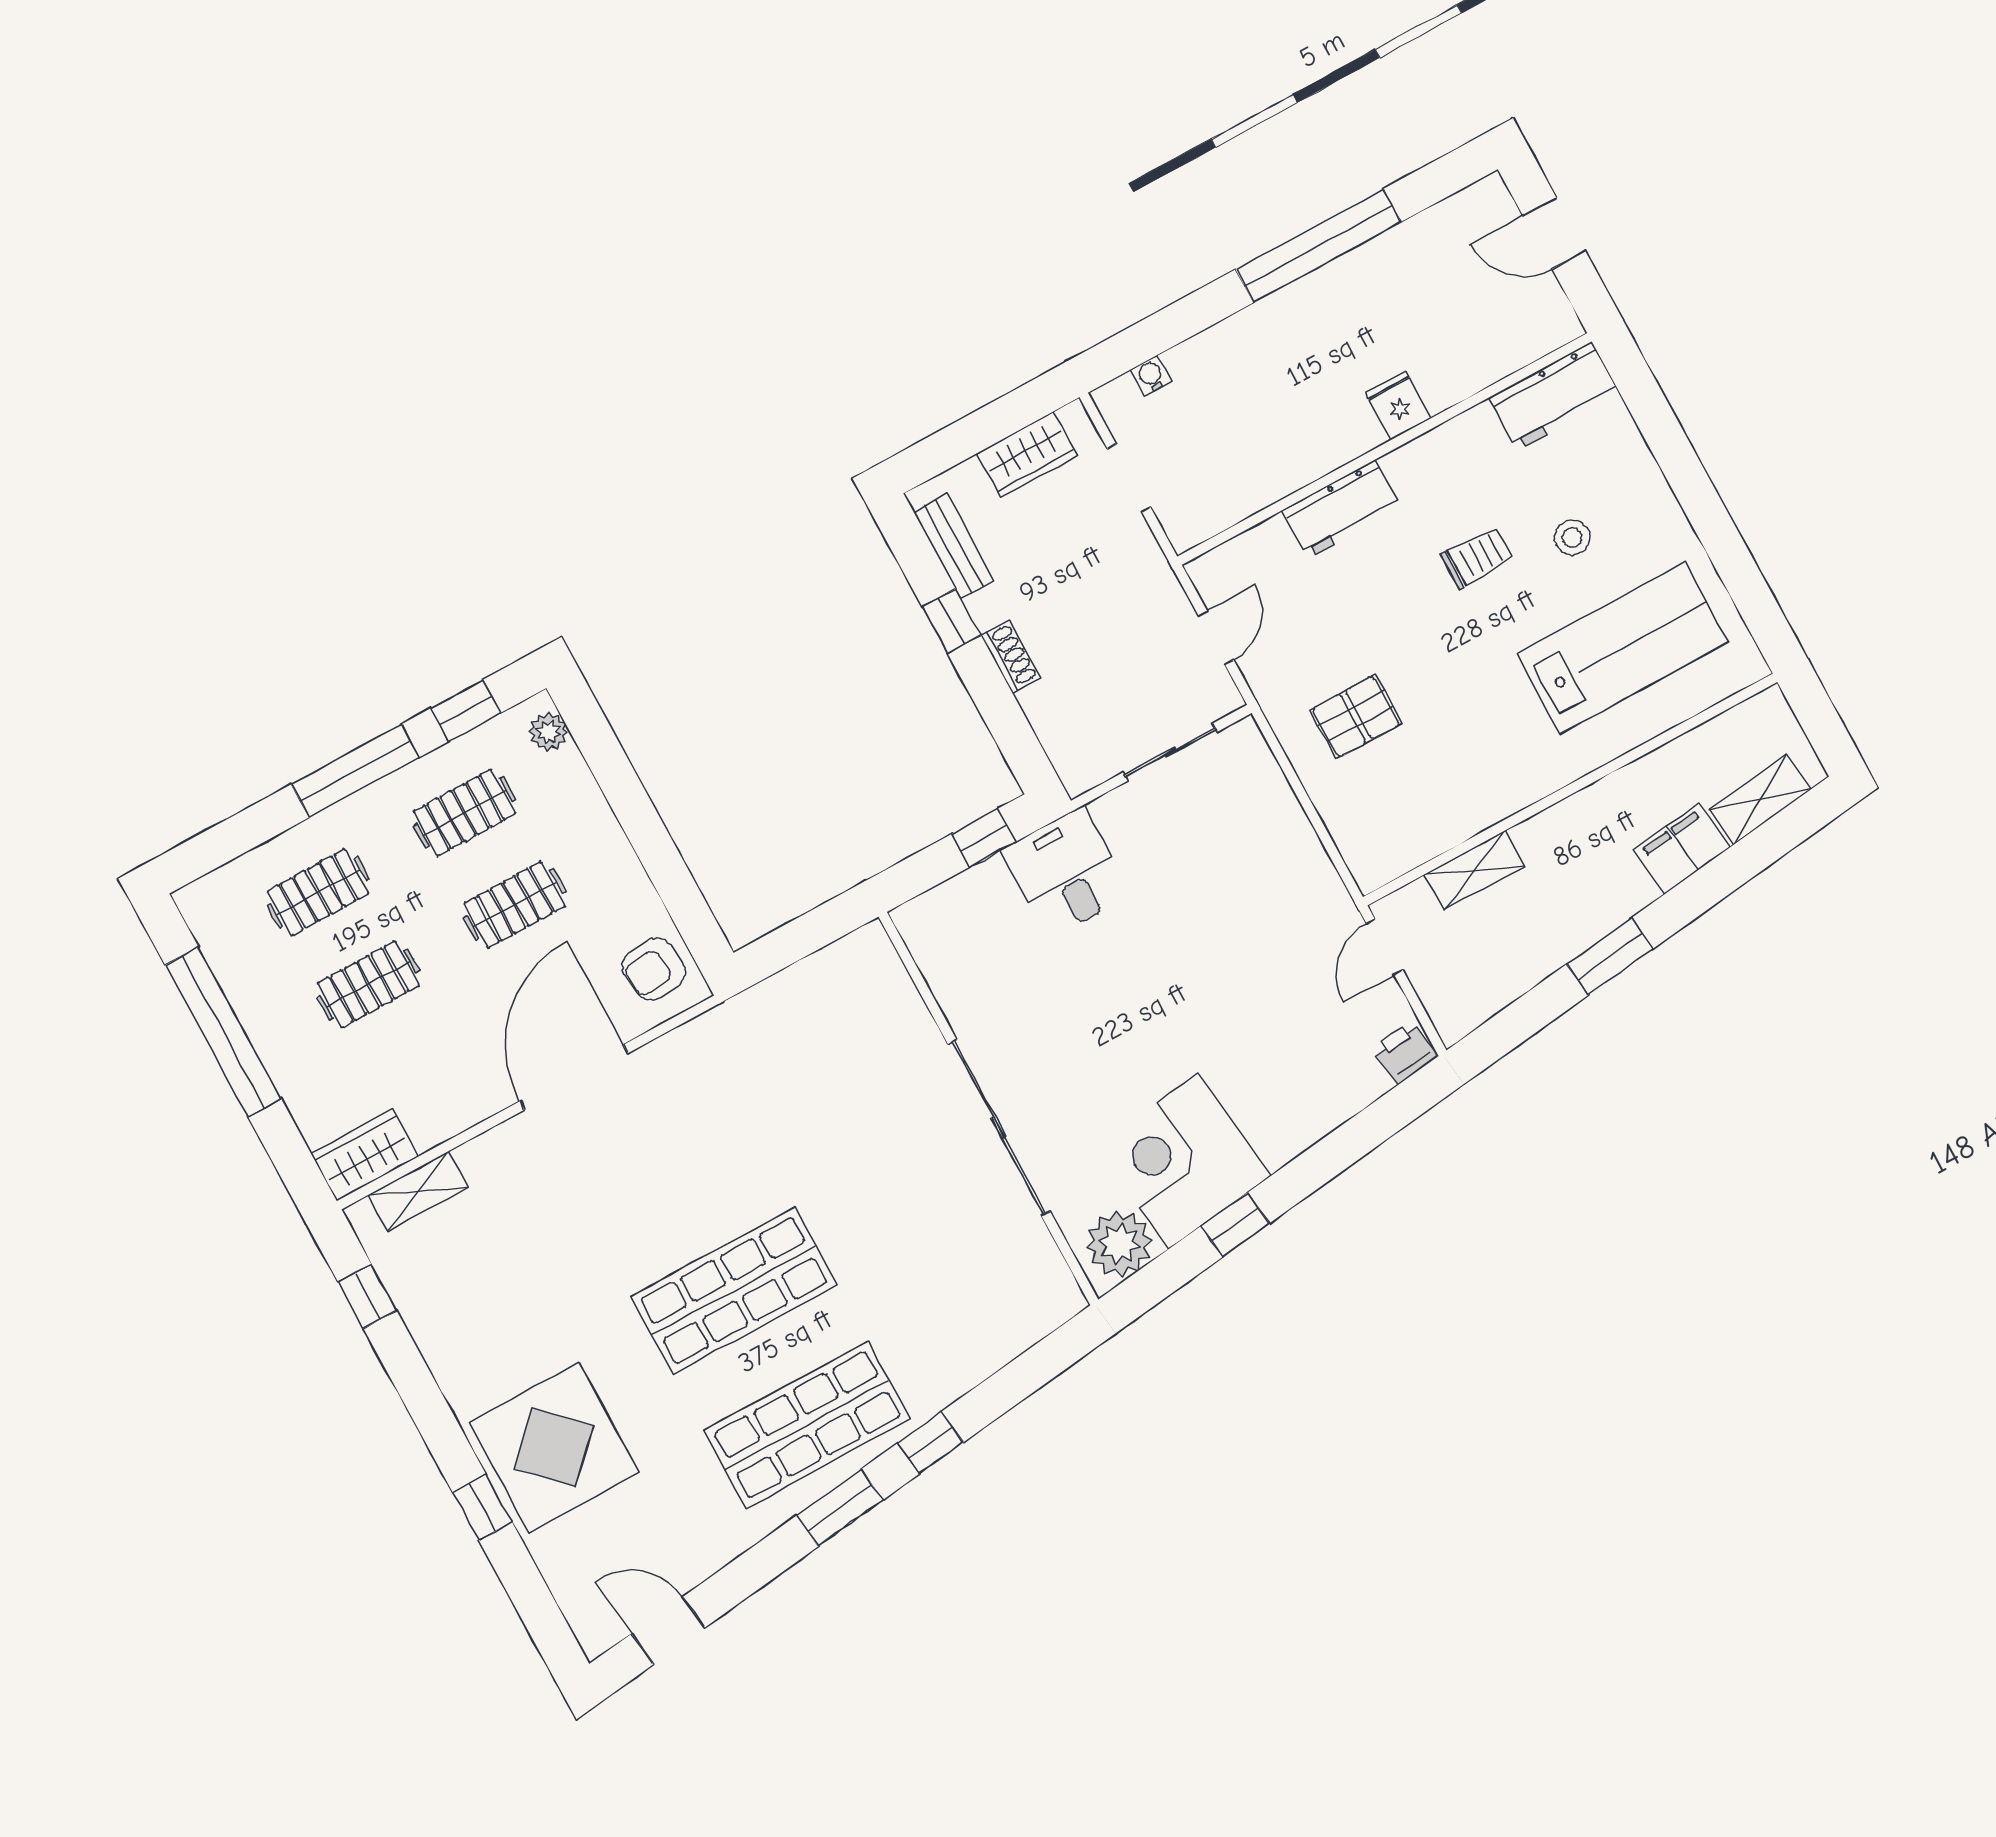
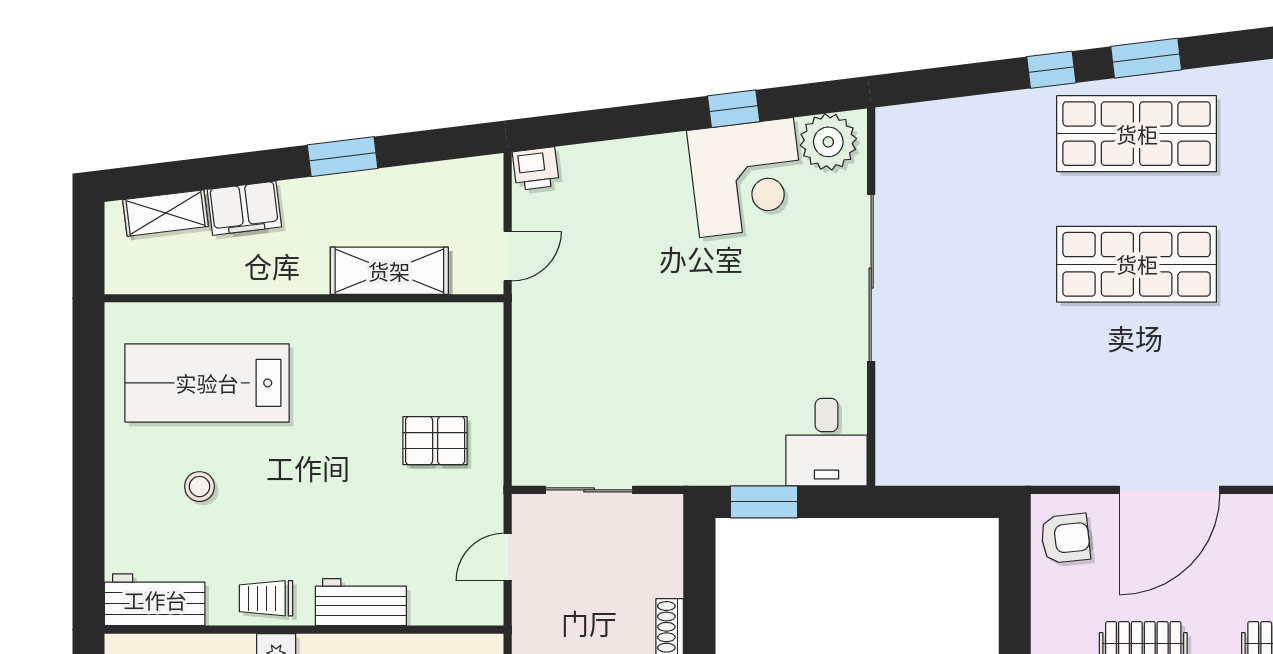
trolley: (1477, 557) -> (266, 598), moved
window: (984, 838) -> (764, 502), width x1.50
shelving: (1474, 870) -> (389, 271), width x1.50, depth x1.33
desk: (1066, 872) -> (826, 442), moved

